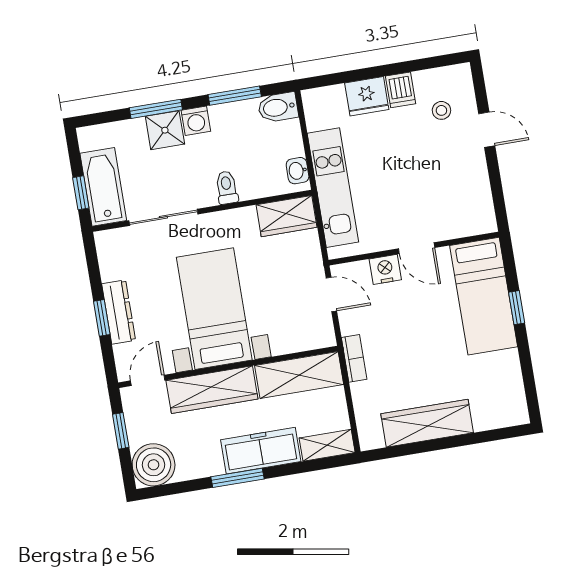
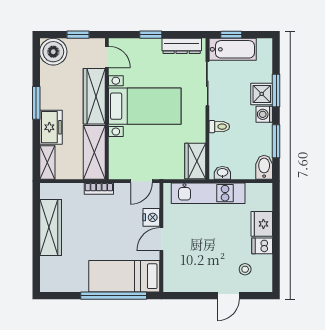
window: (517, 308) -> (114, 296), width x3.17
dresser: (119, 312) -> (182, 46), moved
freezer: (261, 451) -> (51, 127), width x0.71

